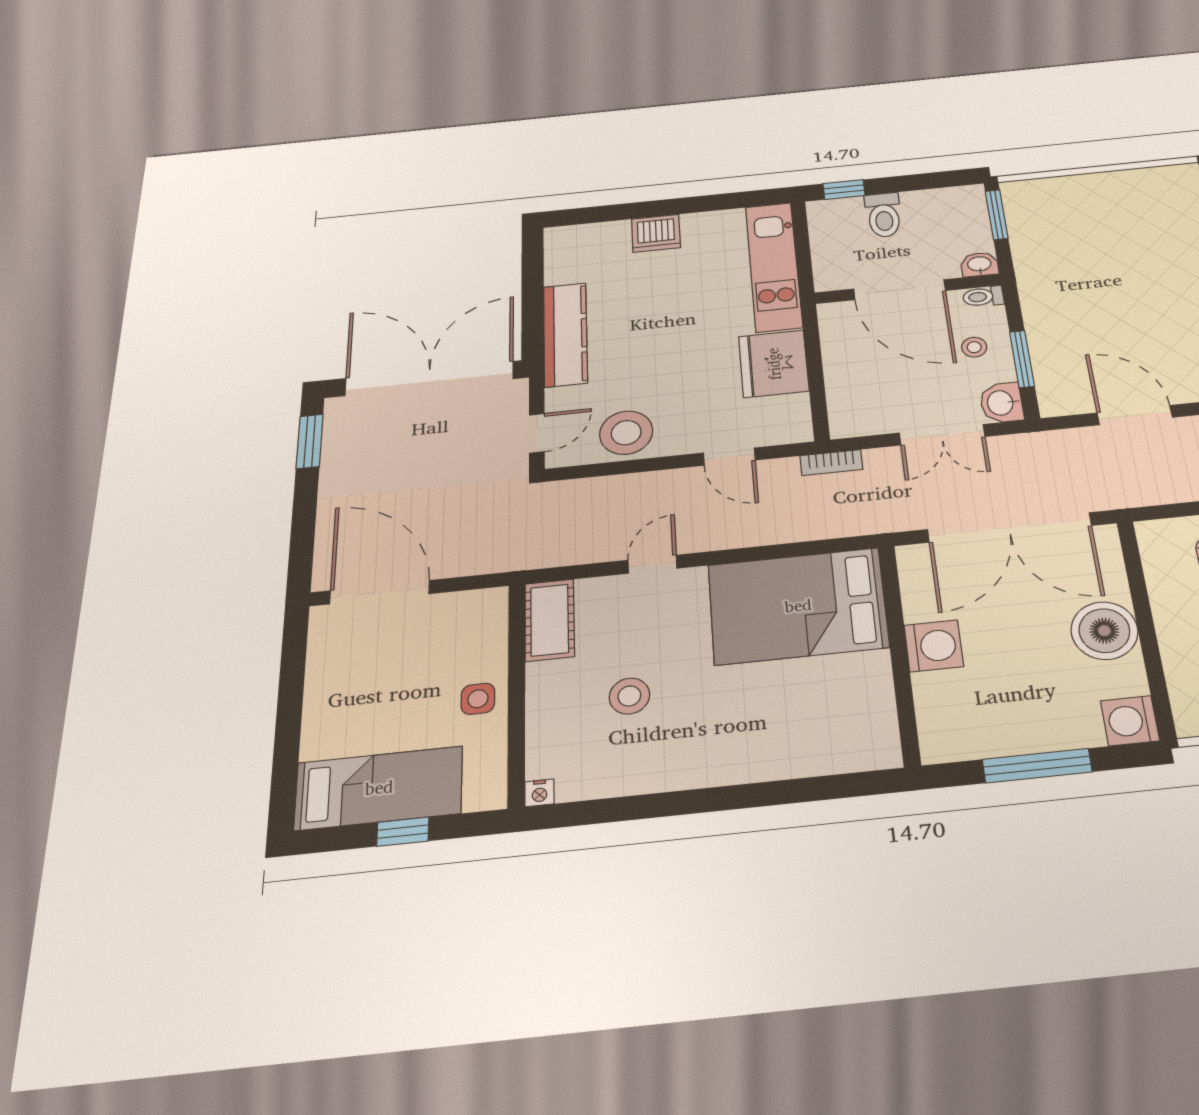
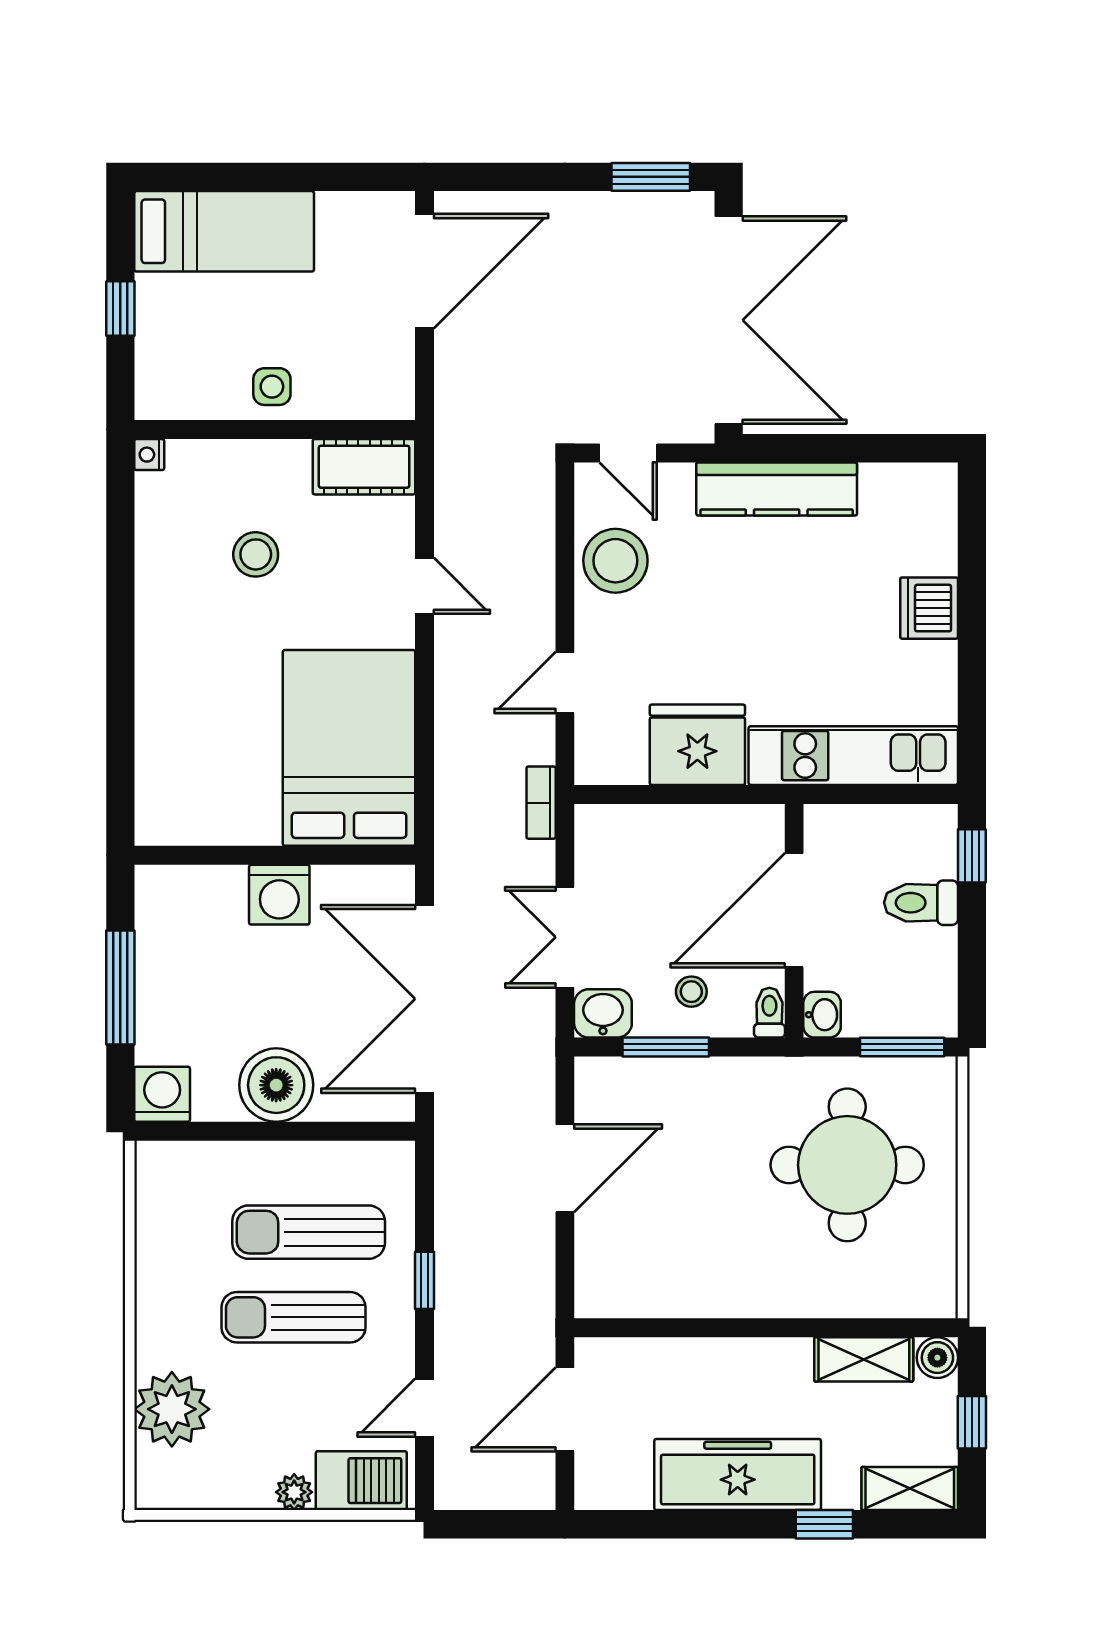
round table: (1094, 238) -> (847, 1165), added
bed: (379, 788) -> (224, 231), moved, turned -90

